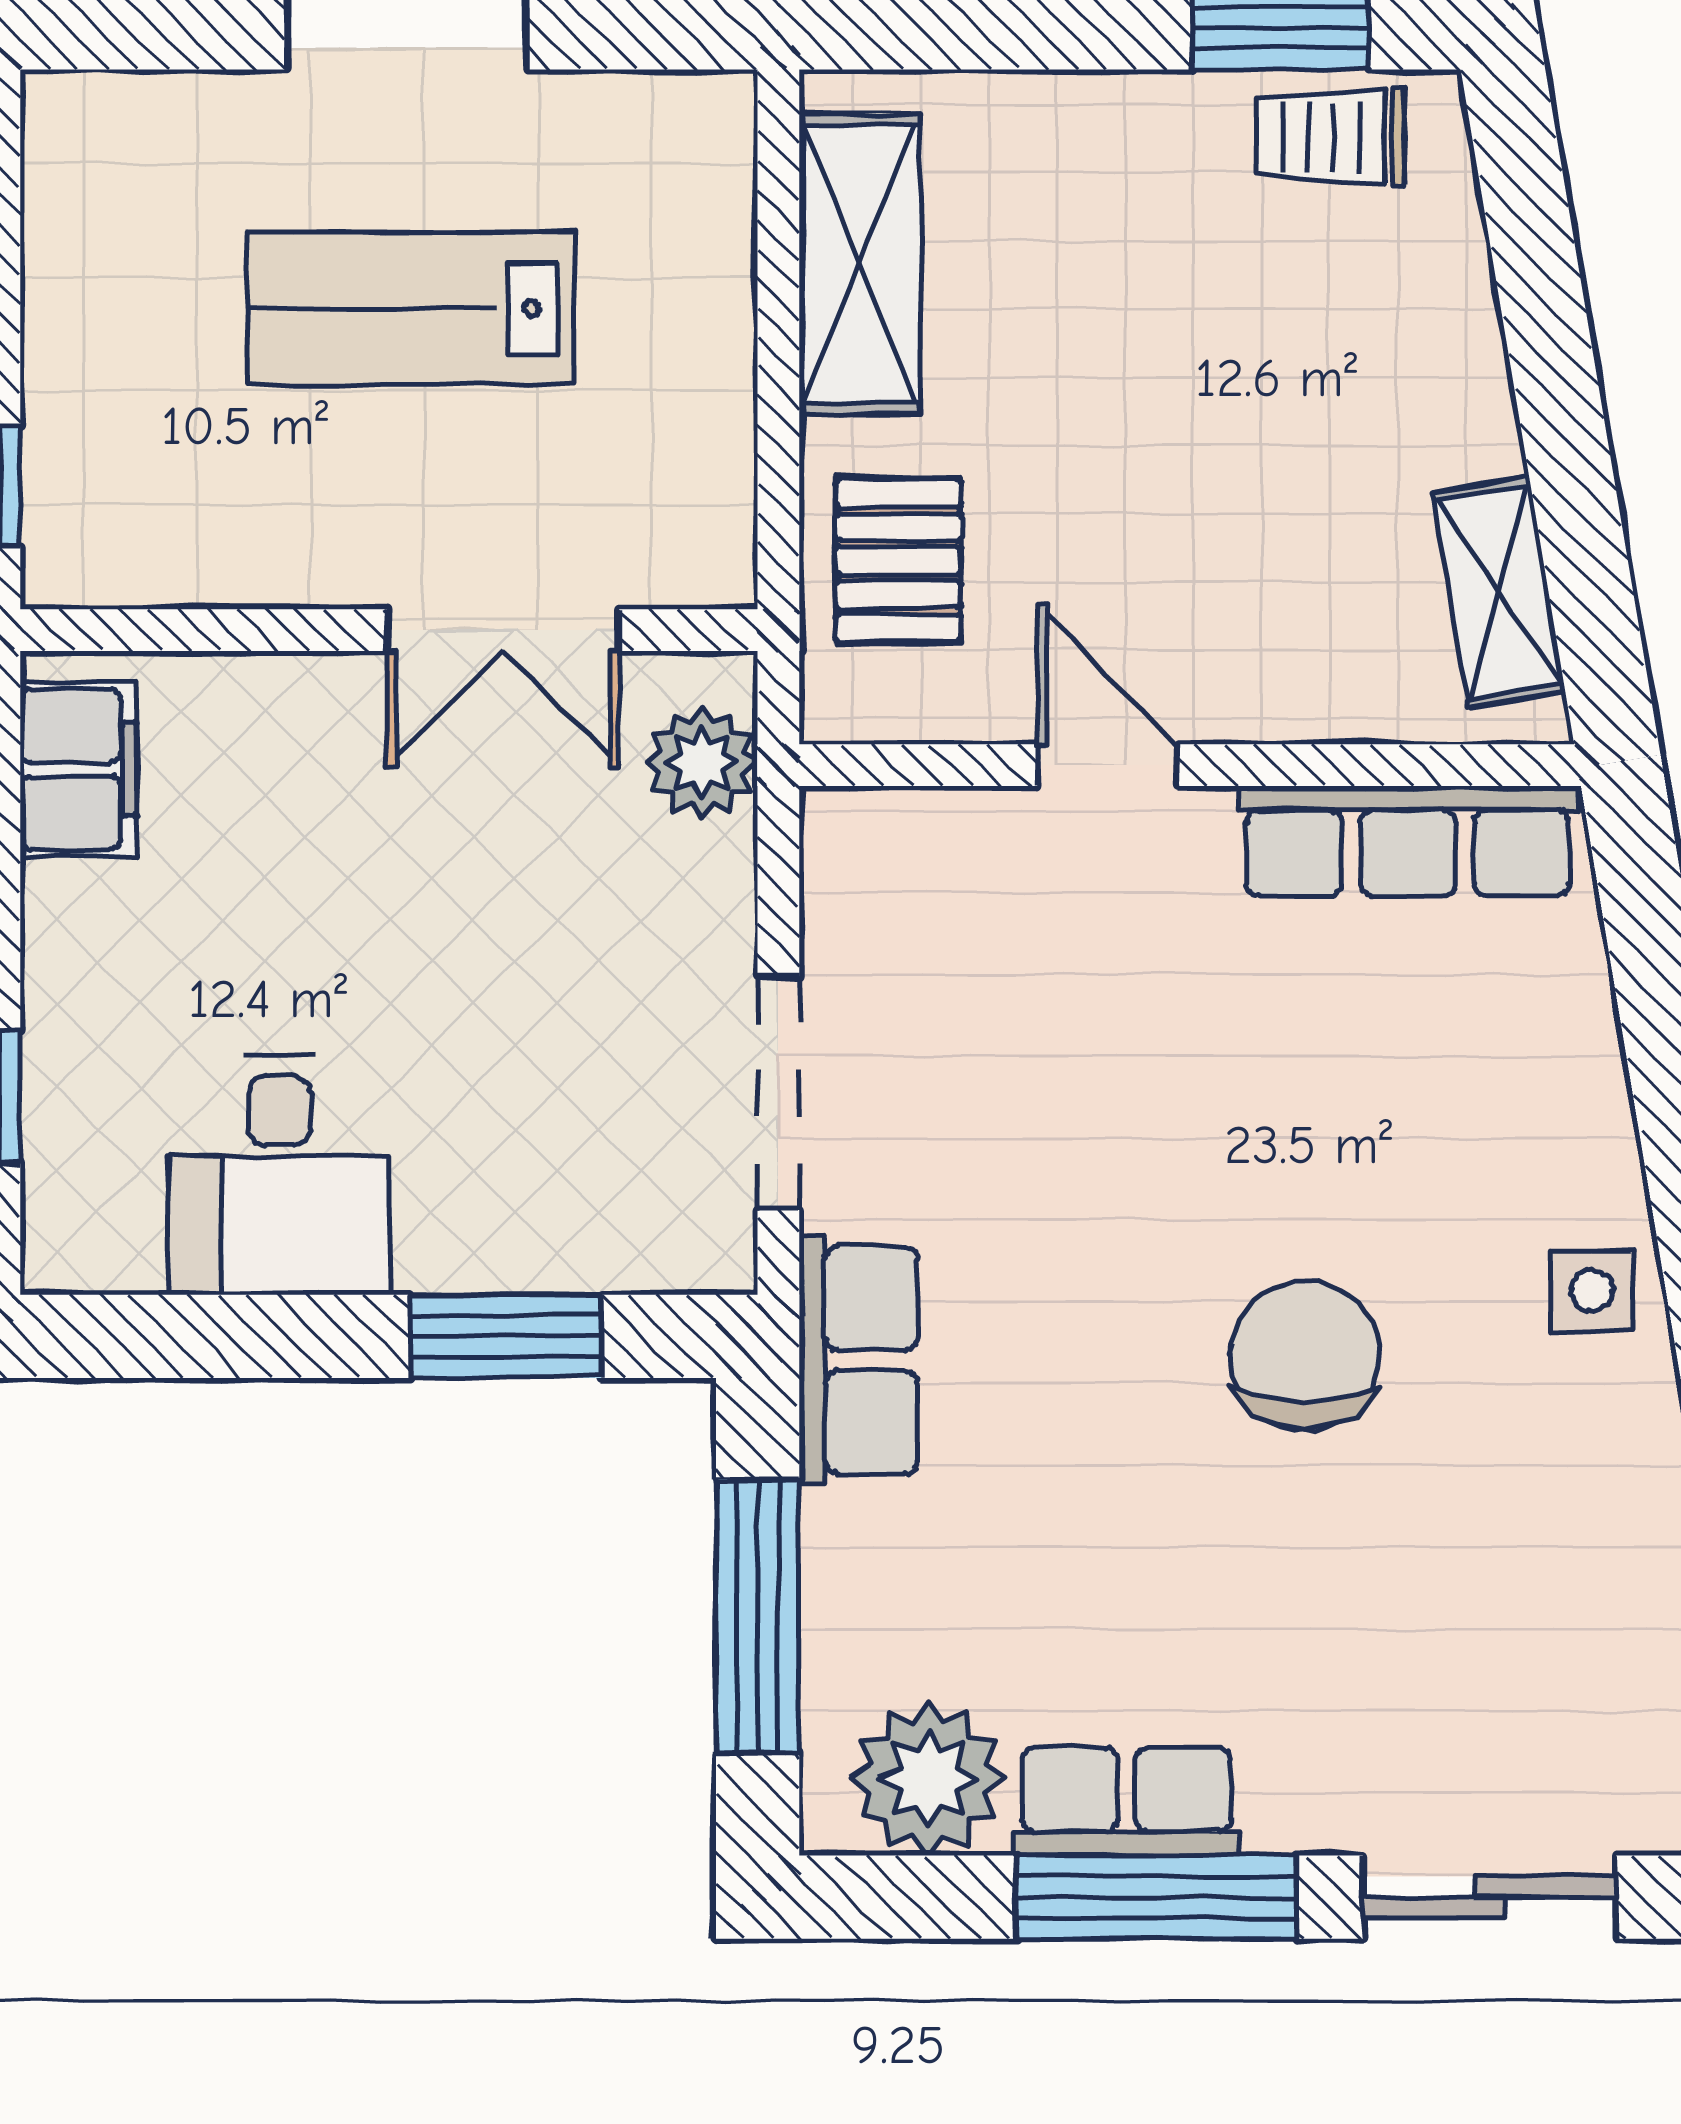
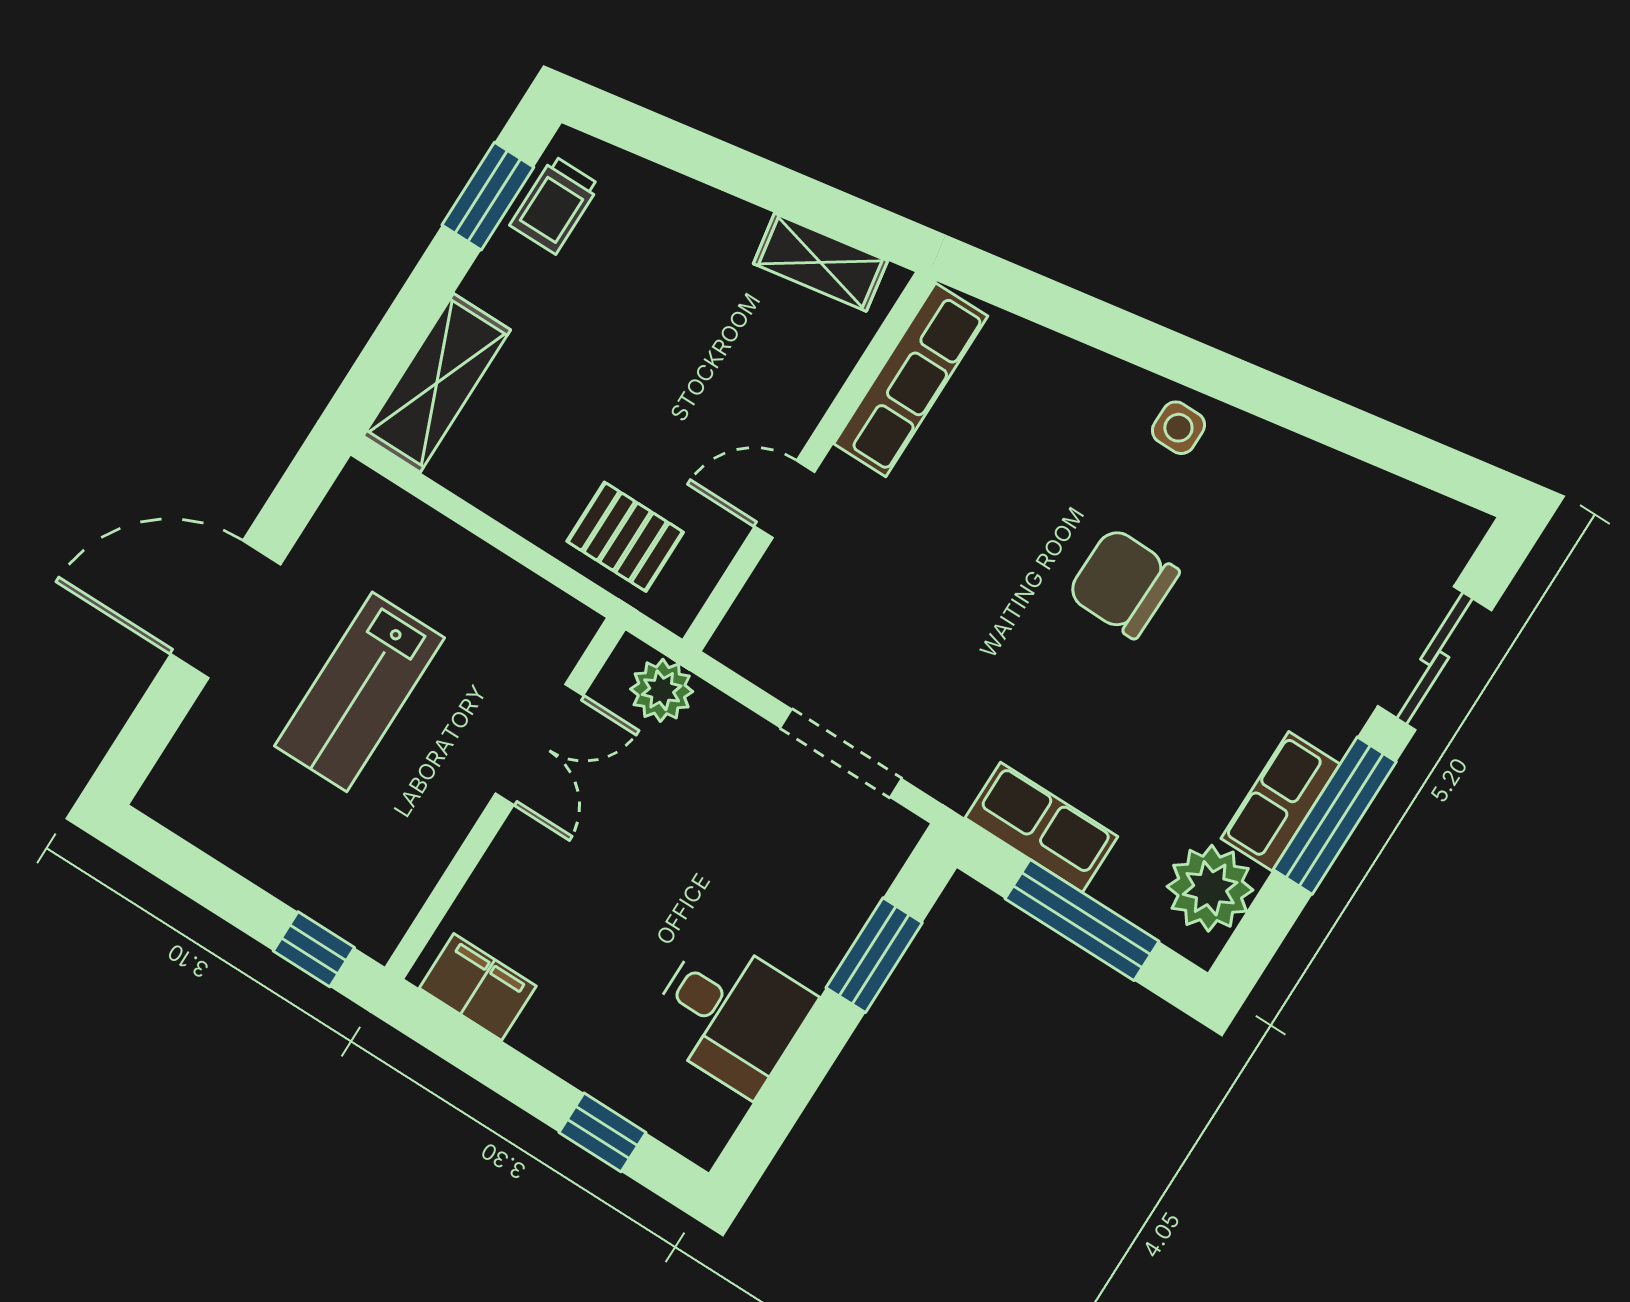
shelving: (859, 264) -> (437, 383), moved, turned 90
row of seats: (858, 1360) -> (1041, 827), moved

